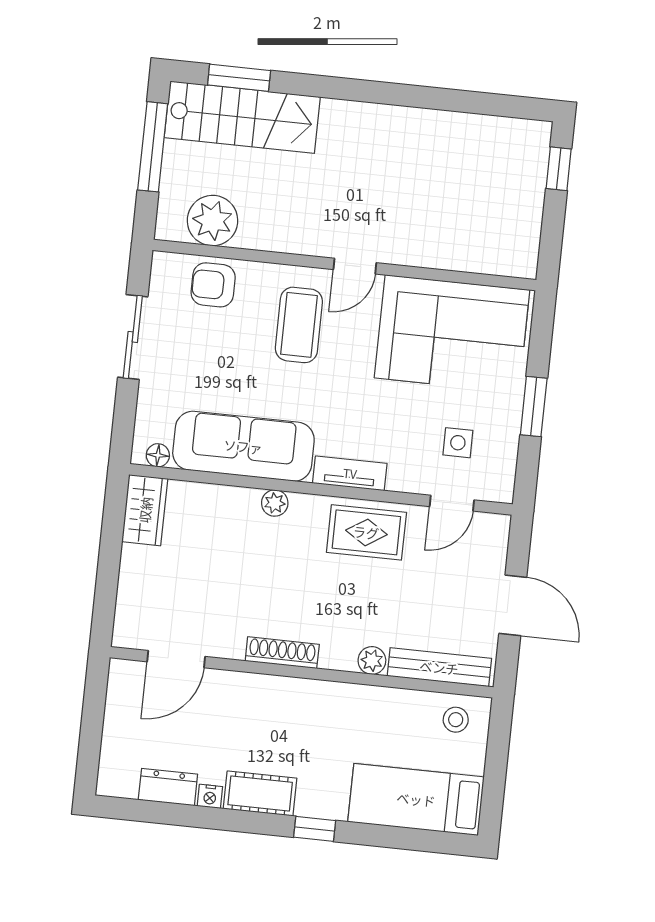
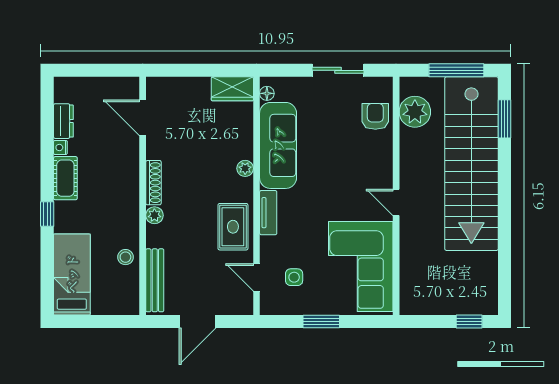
stairs: (242, 117) -> (471, 164), width x1.86, depth x1.51
coffee table: (299, 325) -> (356, 172), removed
plant: (372, 660) -> (154, 215), moved
stool: (456, 720) -> (125, 257), moved

